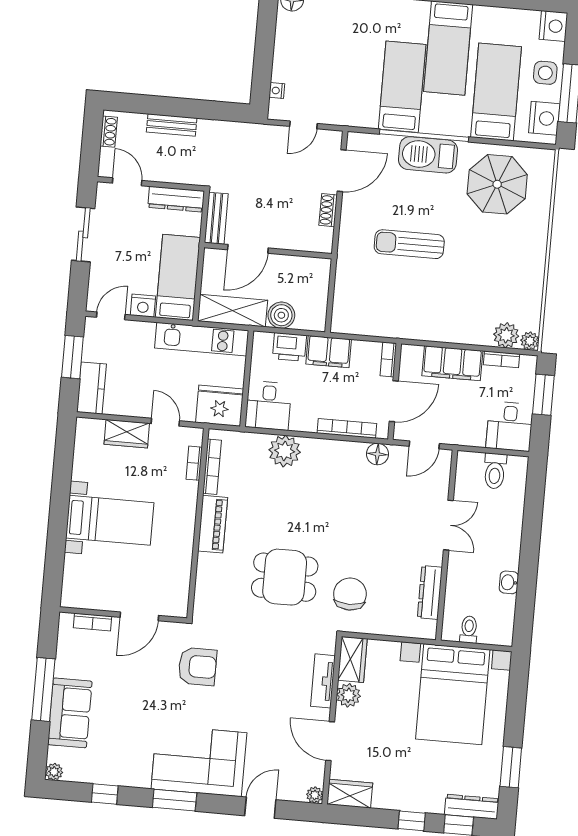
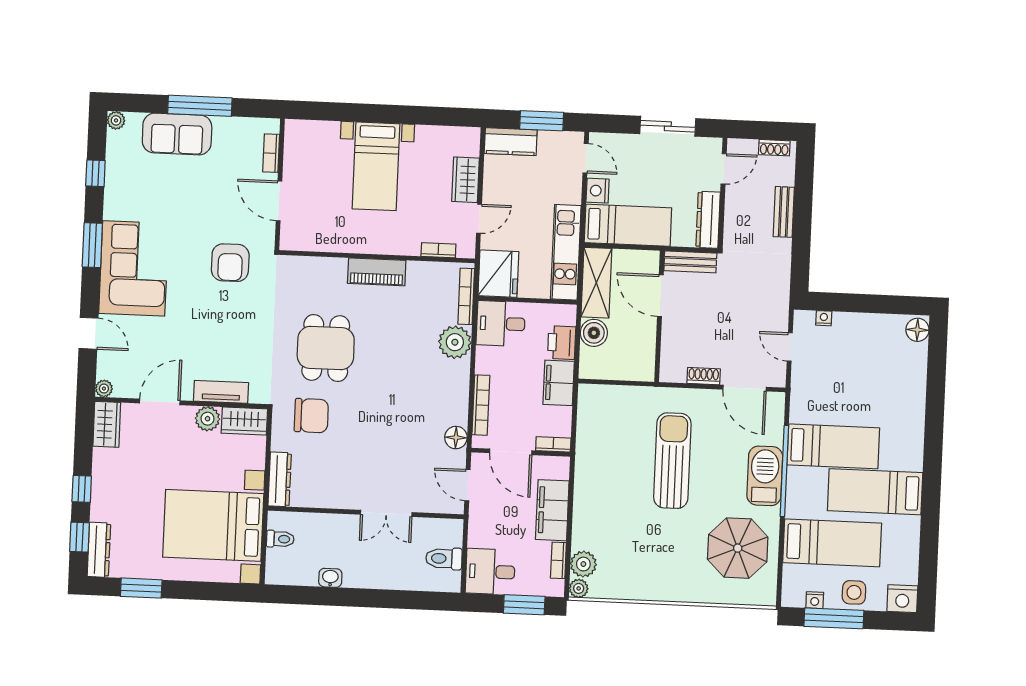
nightstand: (544, 118) -> (815, 600), width x0.53, depth x0.56
sun lounger: (409, 244) -> (672, 461), width x1.36, depth x1.34
bookcase: (212, 467) -> (466, 296), moved, turned 90
dresser: (430, 592) -> (280, 479), moved, turned 90

